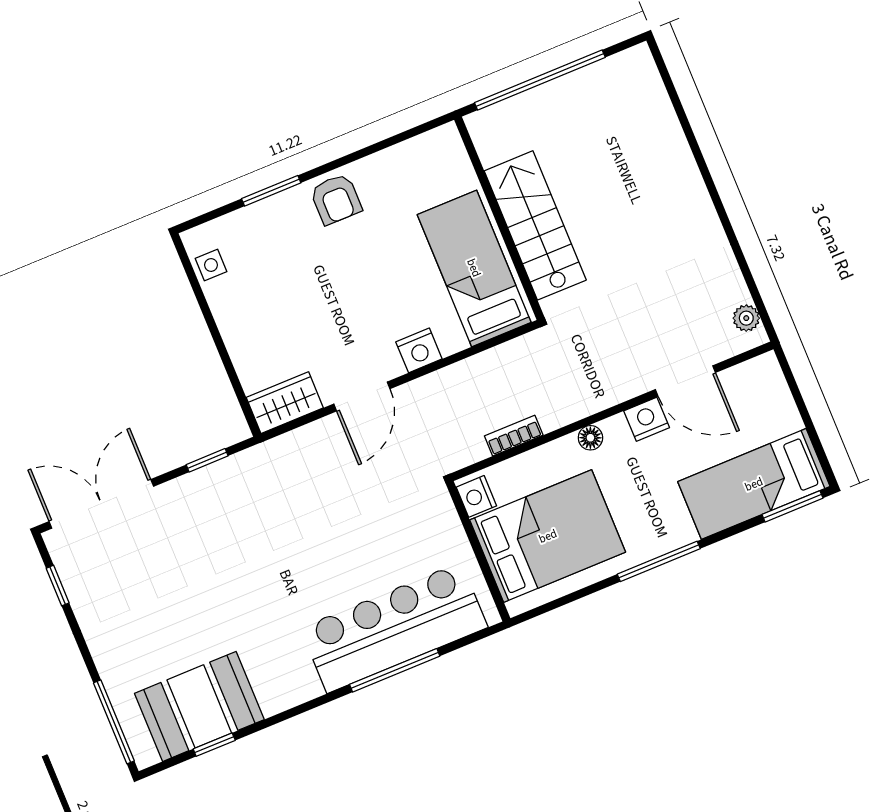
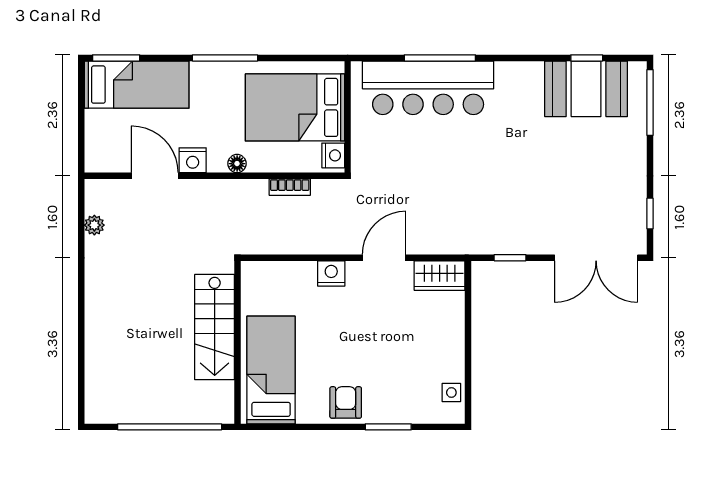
bed: (474, 268) -> (271, 370), moved, turned 180
plant: (746, 318) -> (94, 225), moved

